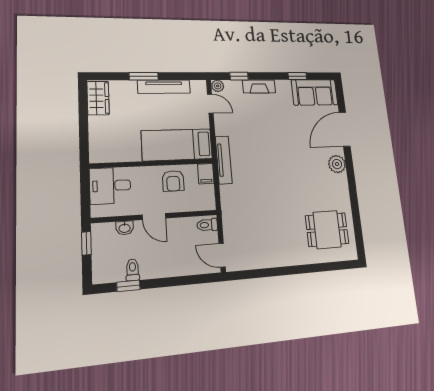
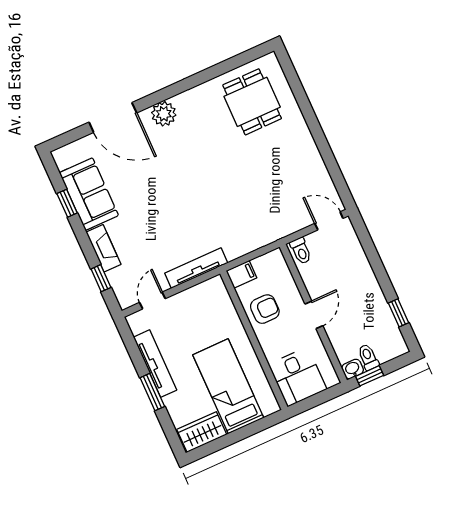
plant: (218, 86) -> (126, 300), removed
sofa: (315, 92) -> (89, 194), moved
bed: (177, 145) -> (228, 386), moved, turned 180
tv unit: (224, 160) -> (196, 268), moved
washbasin: (125, 228) -> (353, 369), moved, turned -90
door: (222, 255) -> (329, 221), swing flipped
toilet: (133, 270) -> (368, 357), moved, turned 90

